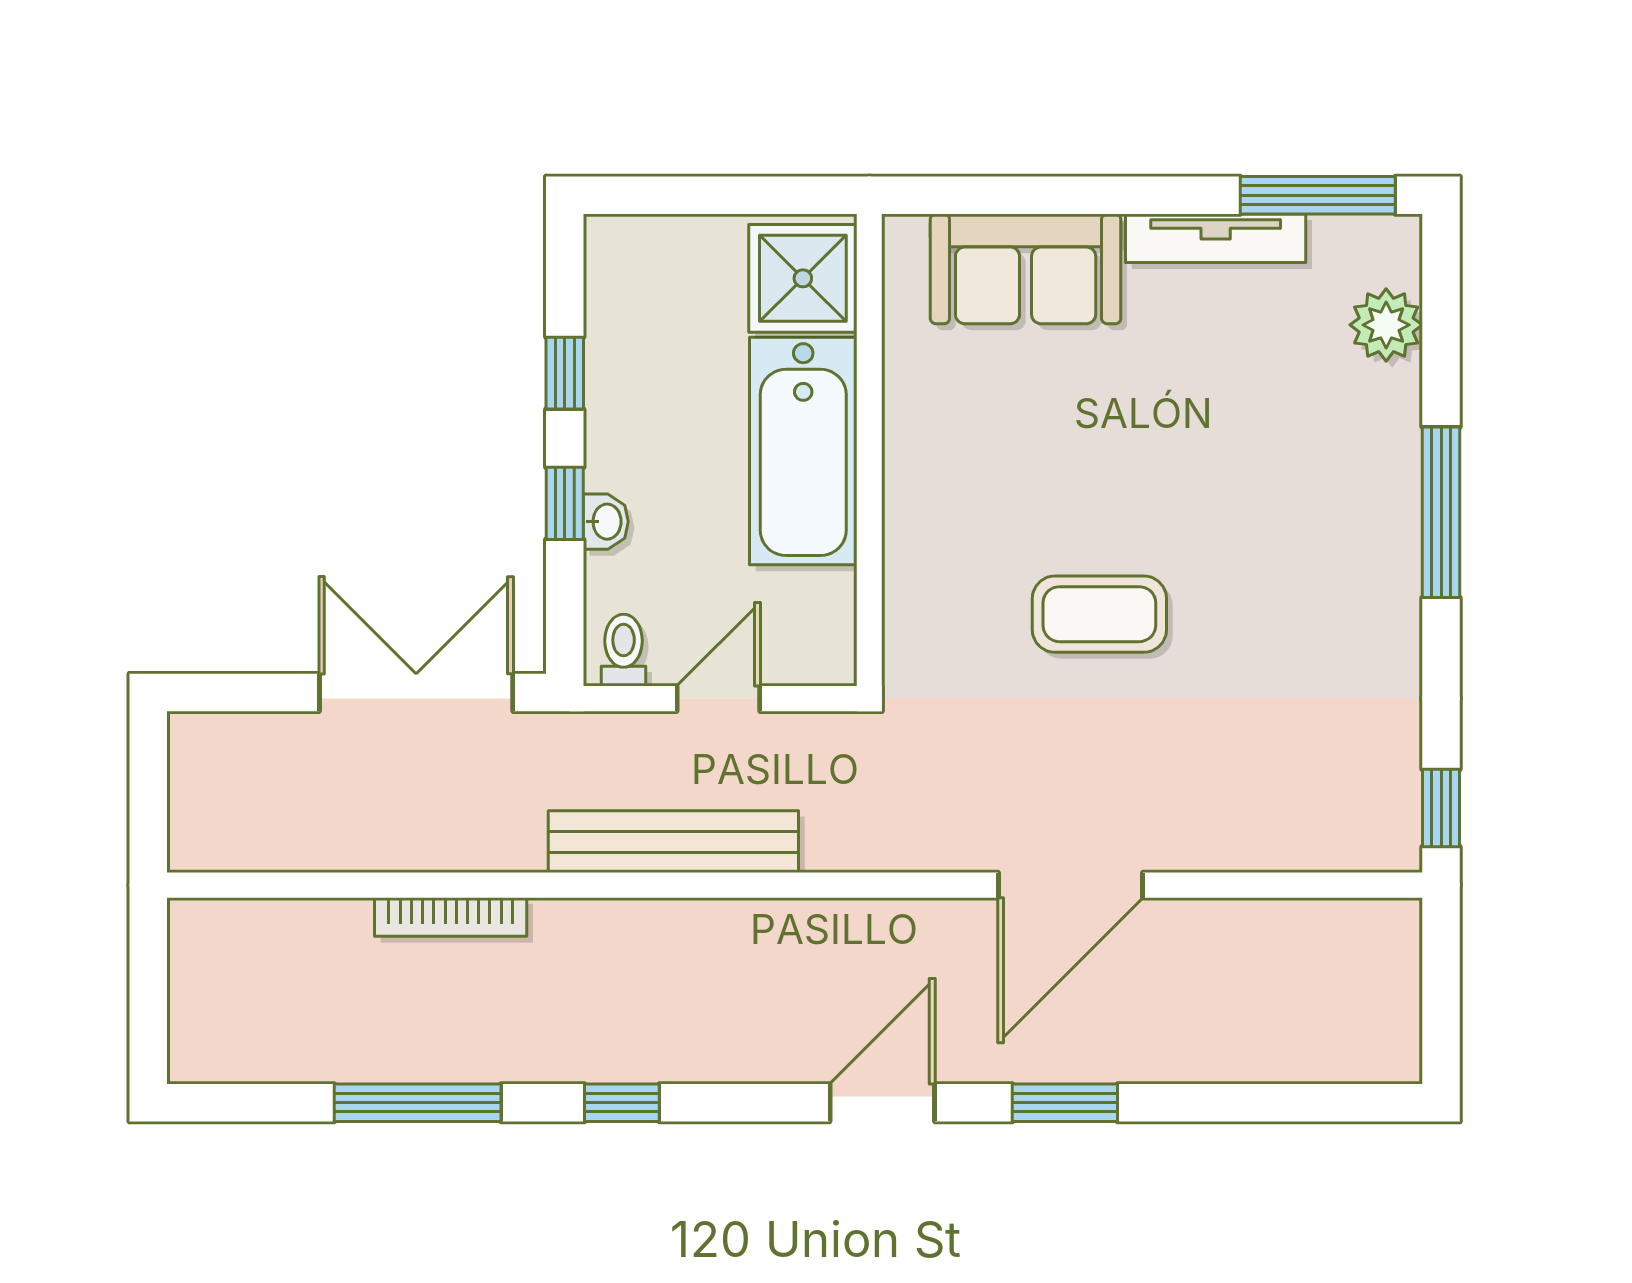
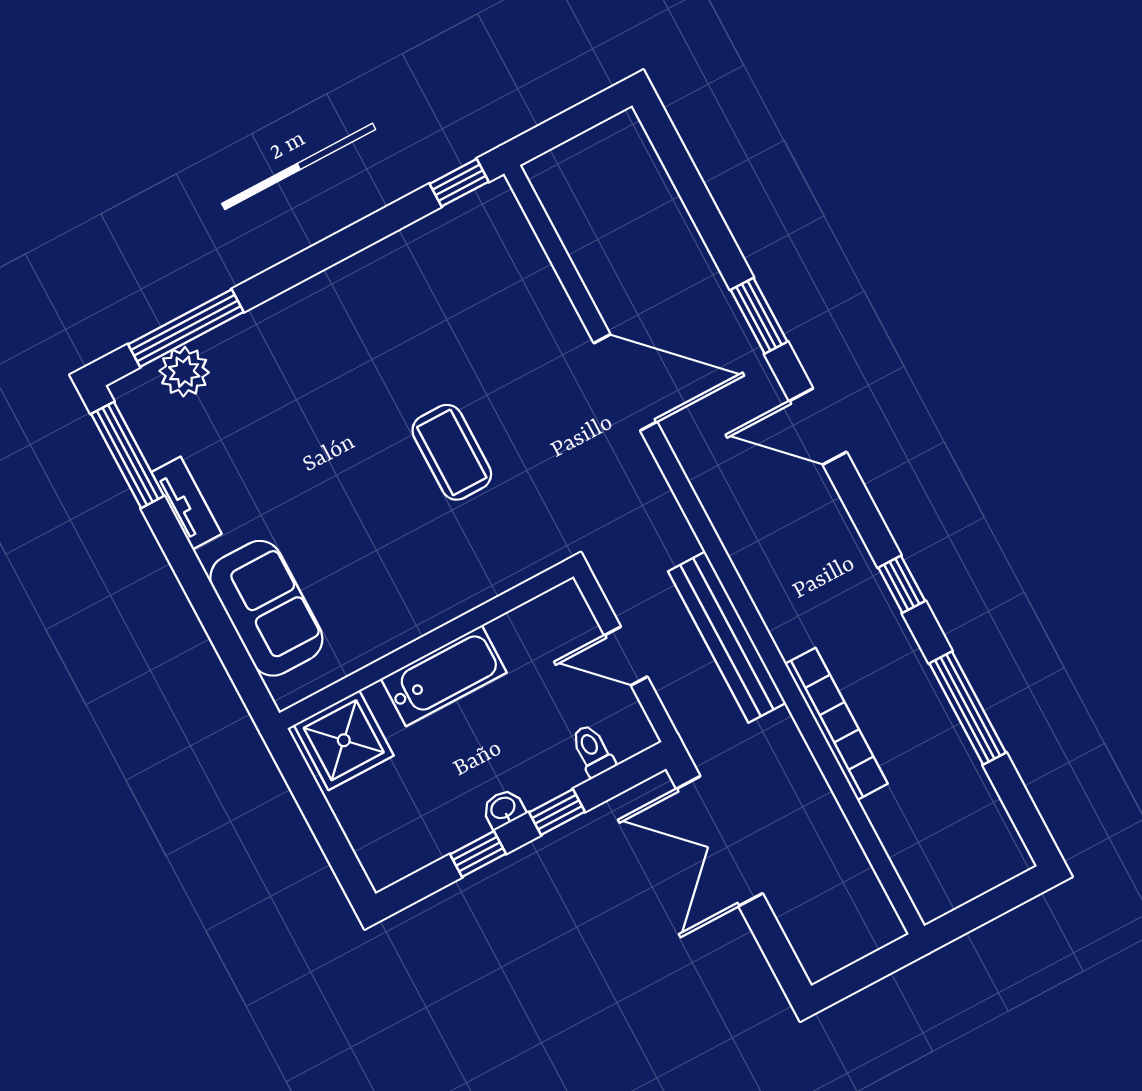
tv unit: (1216, 238) -> (186, 503), width x0.71
bathtub: (803, 451) -> (444, 676), width x0.73, depth x0.73
window: (1441, 512) -> (186, 328), moved
washbasin: (606, 522) -> (503, 809), moved
toilet: (624, 650) -> (593, 751), moved, turned 90
bookcase: (451, 917) -> (836, 724), width x1.48, depth x1.31

